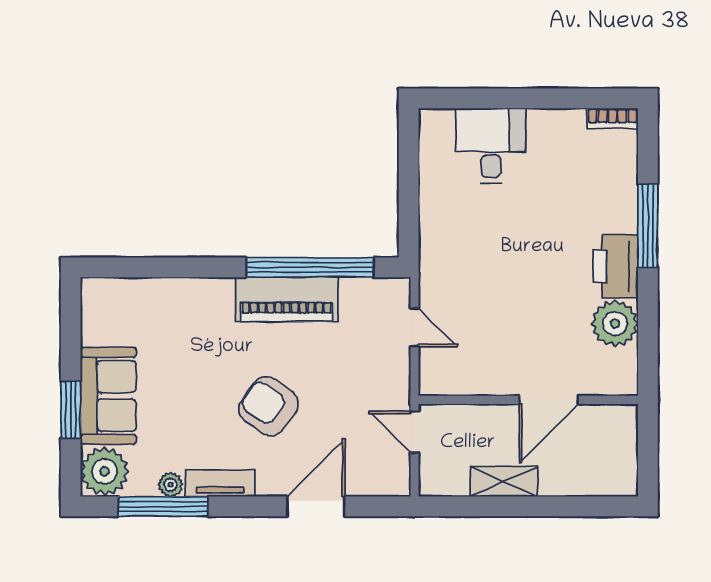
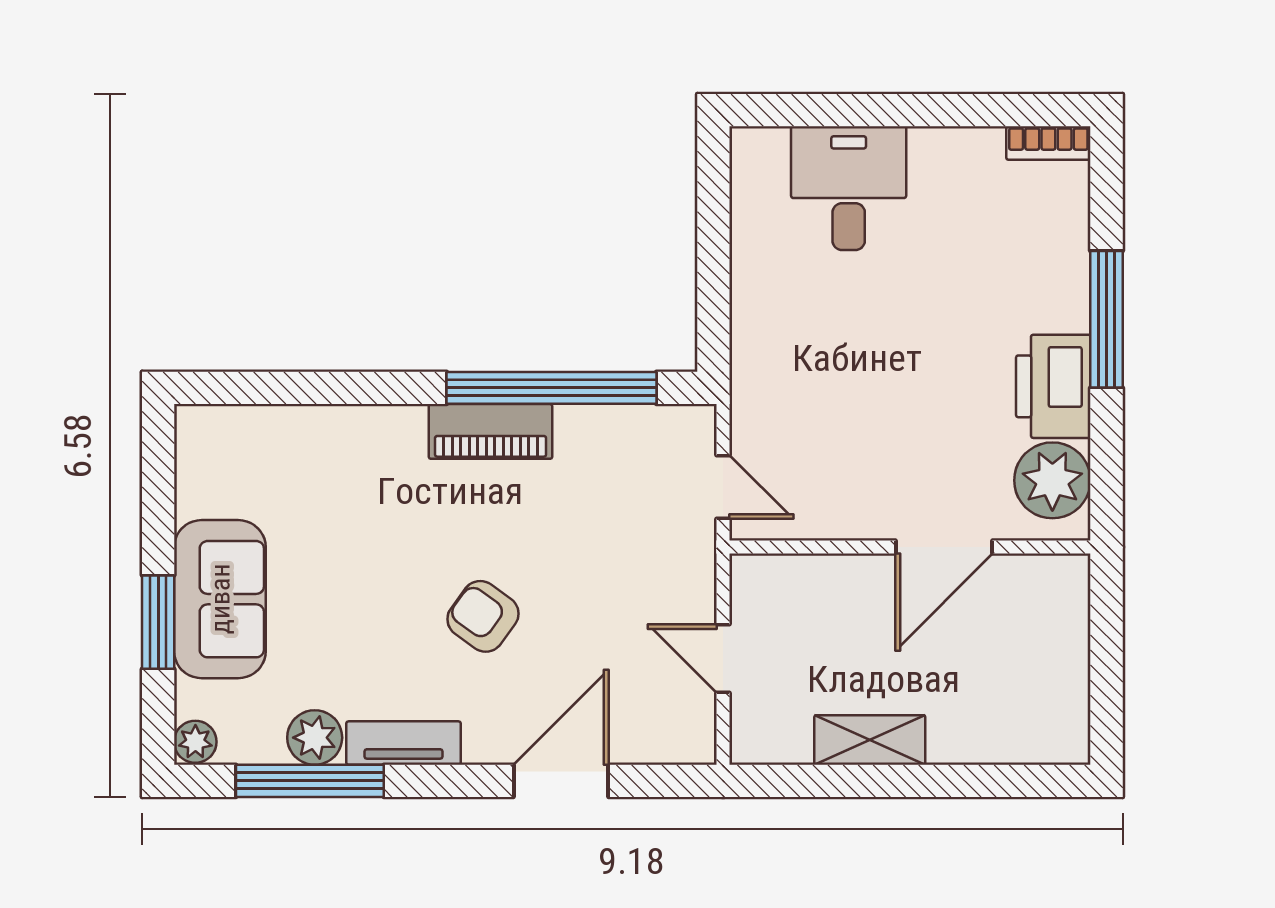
piano: (287, 299) -> (491, 431), width x0.73, depth x0.75
wall: (528, 400) -> (910, 547), moved
door: (549, 400) -> (944, 547), moved
armchair: (268, 406) -> (483, 616), width x0.72, depth x0.72
plant: (105, 471) -> (195, 742), width x0.53, depth x0.53
plant: (170, 485) -> (315, 738), width x1.38, depth x1.38

